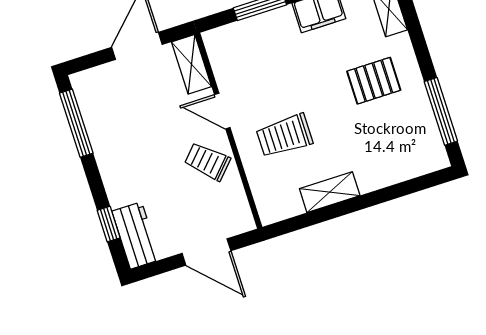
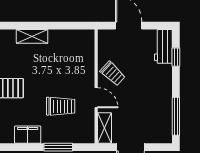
trolley: (284, 136) -> (61, 106), moved
shelving: (330, 192) -> (32, 36), moved

